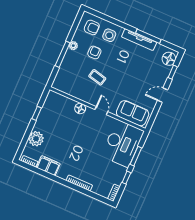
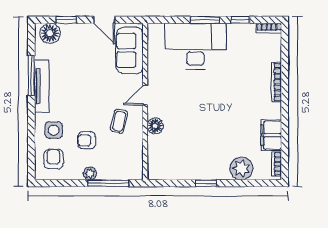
floor lamp: (80, 109) -> (155, 126), moved
wall: (98, 109) -> (145, 102), moved
door: (101, 111) -> (145, 95), moved
sofa: (133, 113) -> (130, 50), moved

